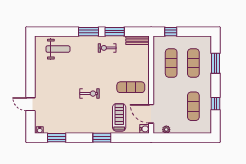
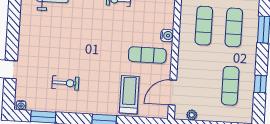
exercise bike: (90, 94) -> (65, 83), moved
door: (151, 114) -> (173, 93), hinge flipped
water cooler: (144, 129) -> (167, 36), moved

